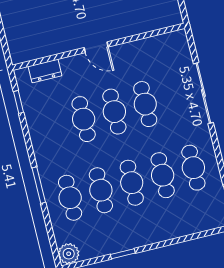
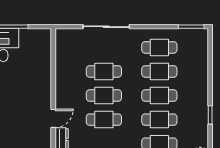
door: (96, 47) -> (53, 118), moved

